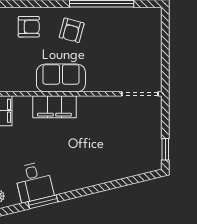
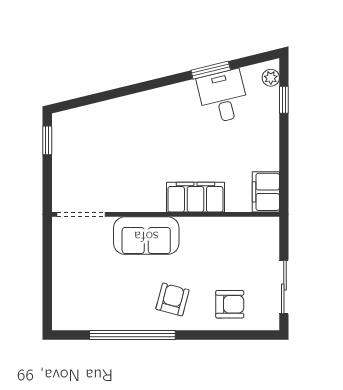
armchair: (29, 27) -> (230, 304), turned 180
sofa: (61, 78) -> (146, 236), moved

